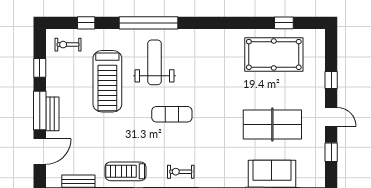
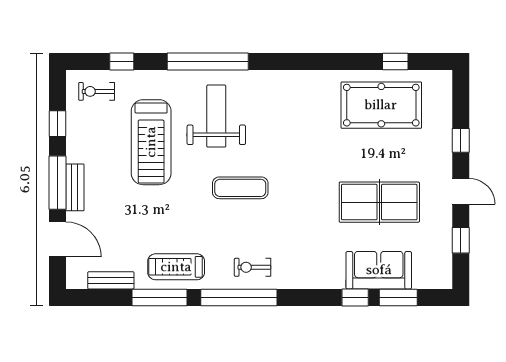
door: (40, 151) -> (58, 239), hinge flipped

